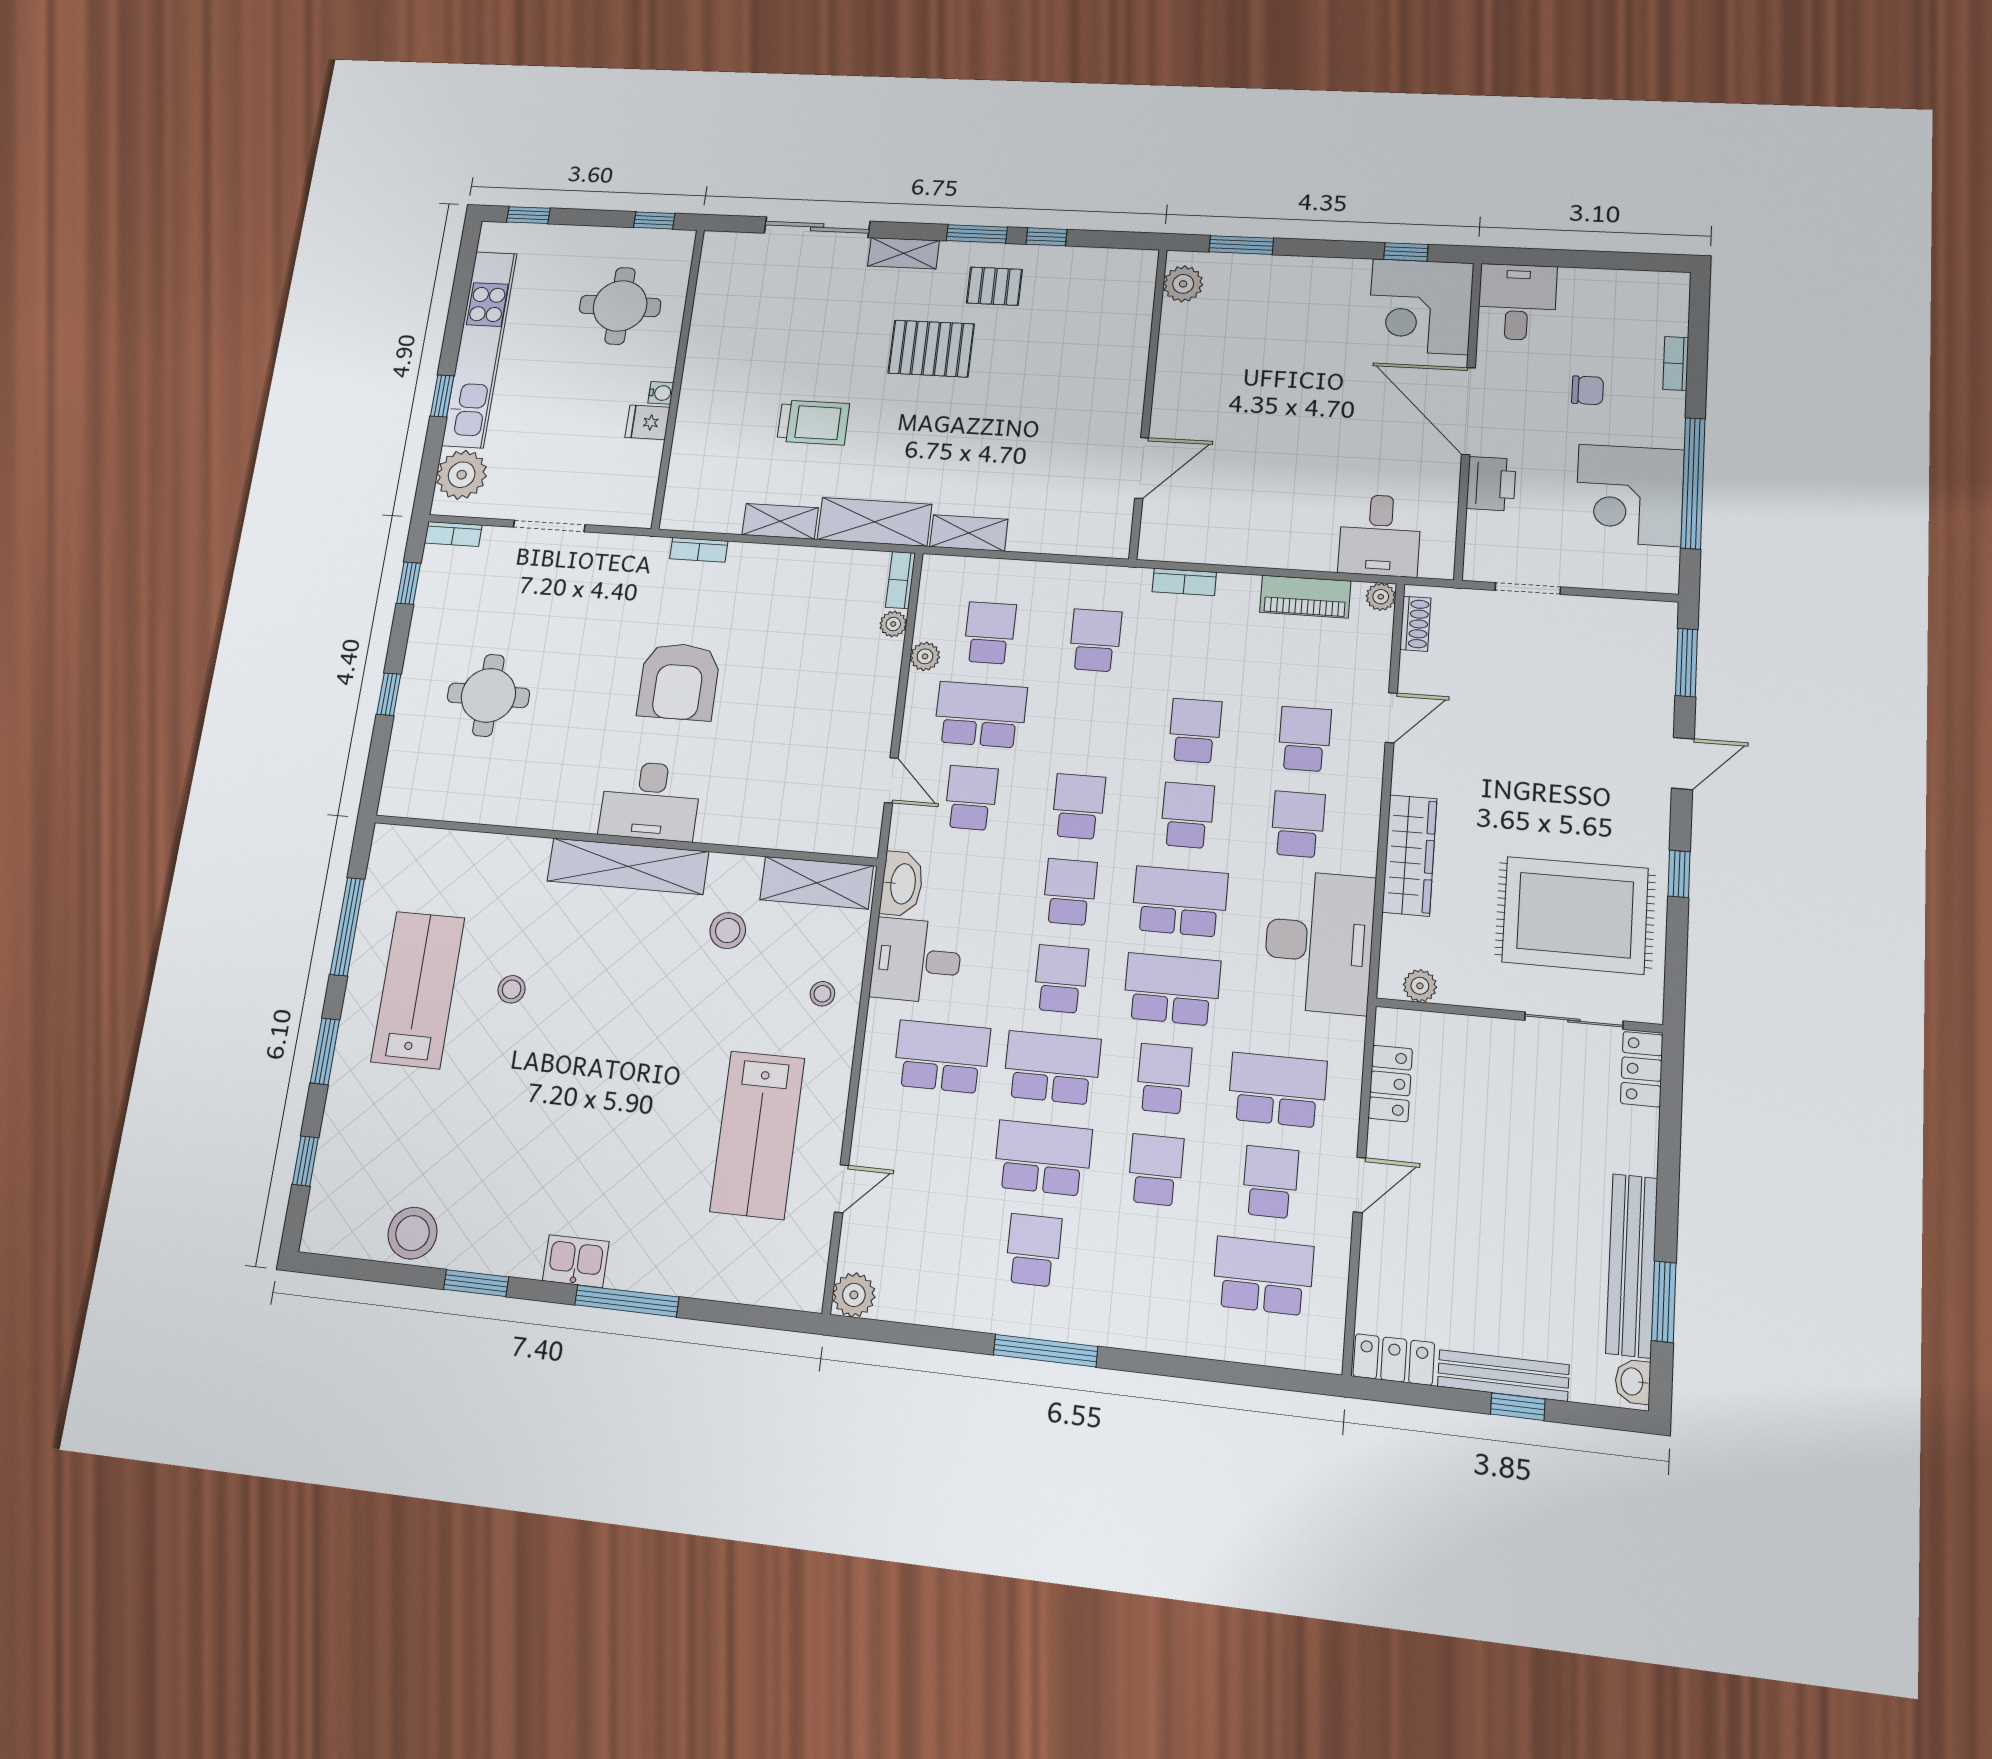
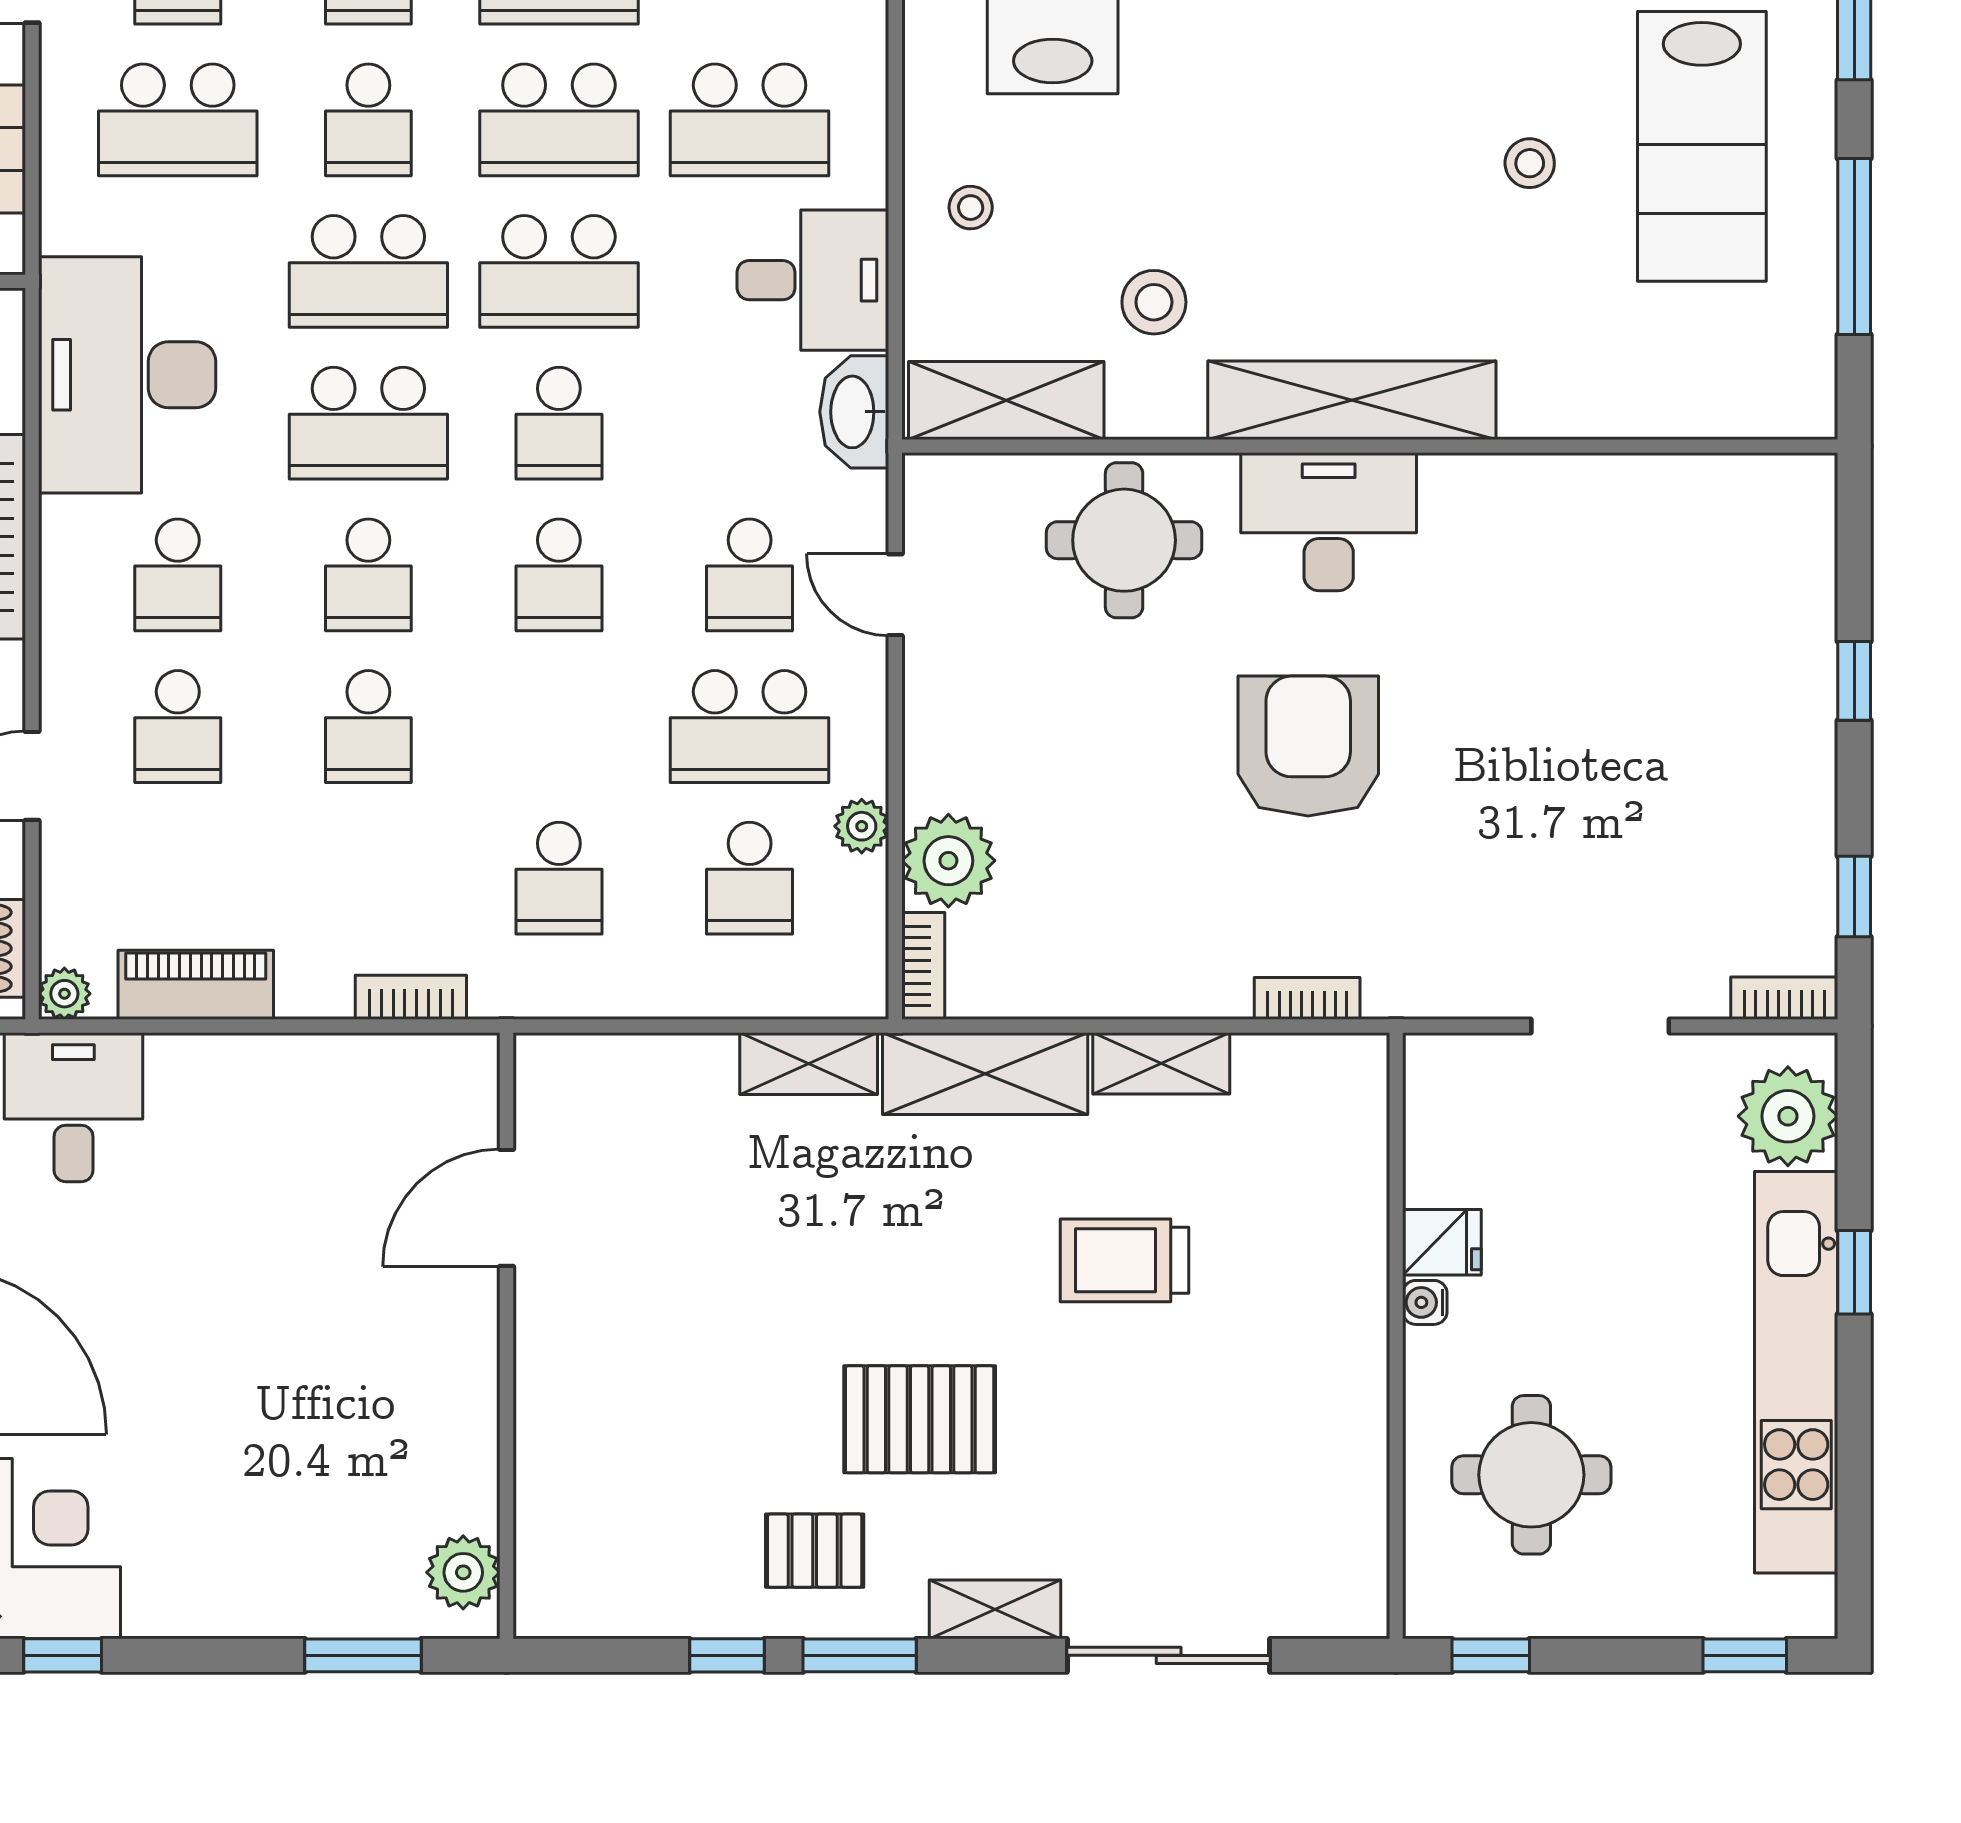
plant: (893, 624) -> (948, 861), width x1.88, depth x1.88
round table: (488, 695) -> (1124, 540), moved
school desk: (1061, 979) -> (559, 271), width x1.85

